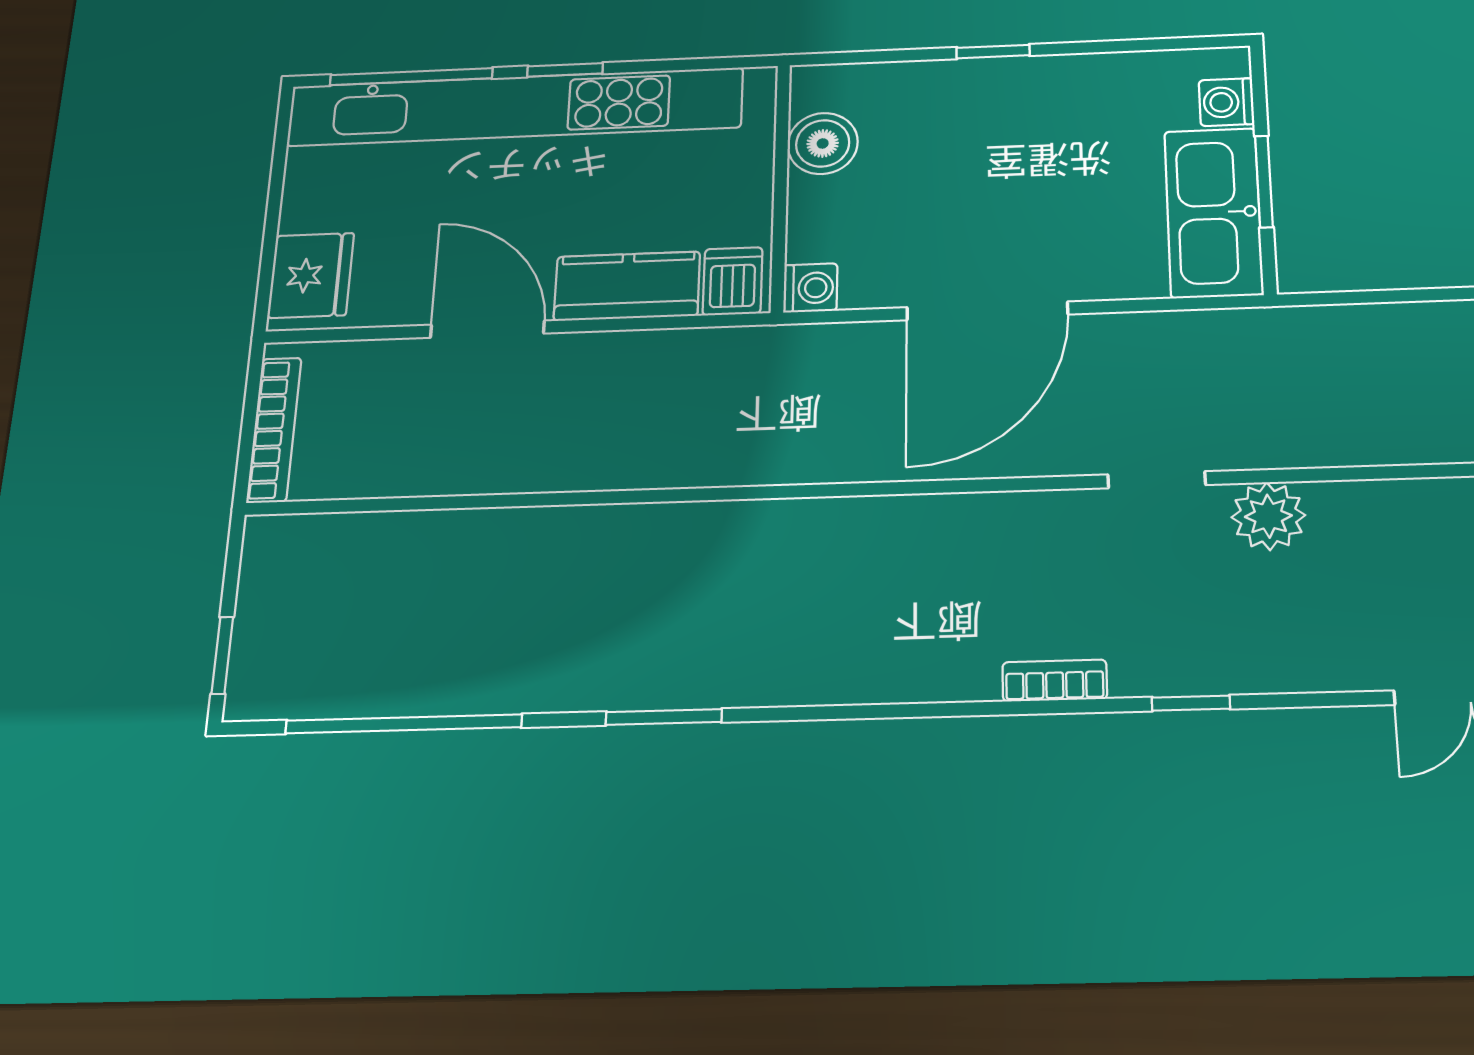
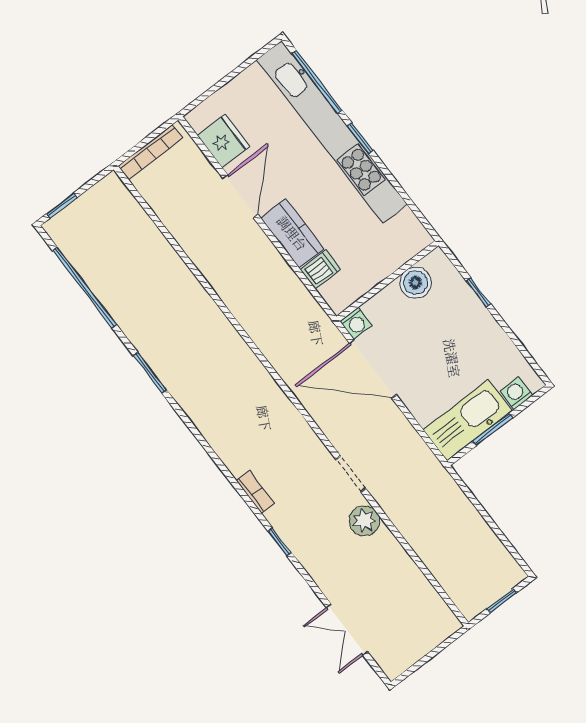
boiler: (823, 143) -> (415, 283), moved
wall: (780, 187) -> (388, 281), moved
fridge: (311, 275) -> (224, 141), moved, turned -90
washing machine: (810, 288) -> (356, 323), moved

